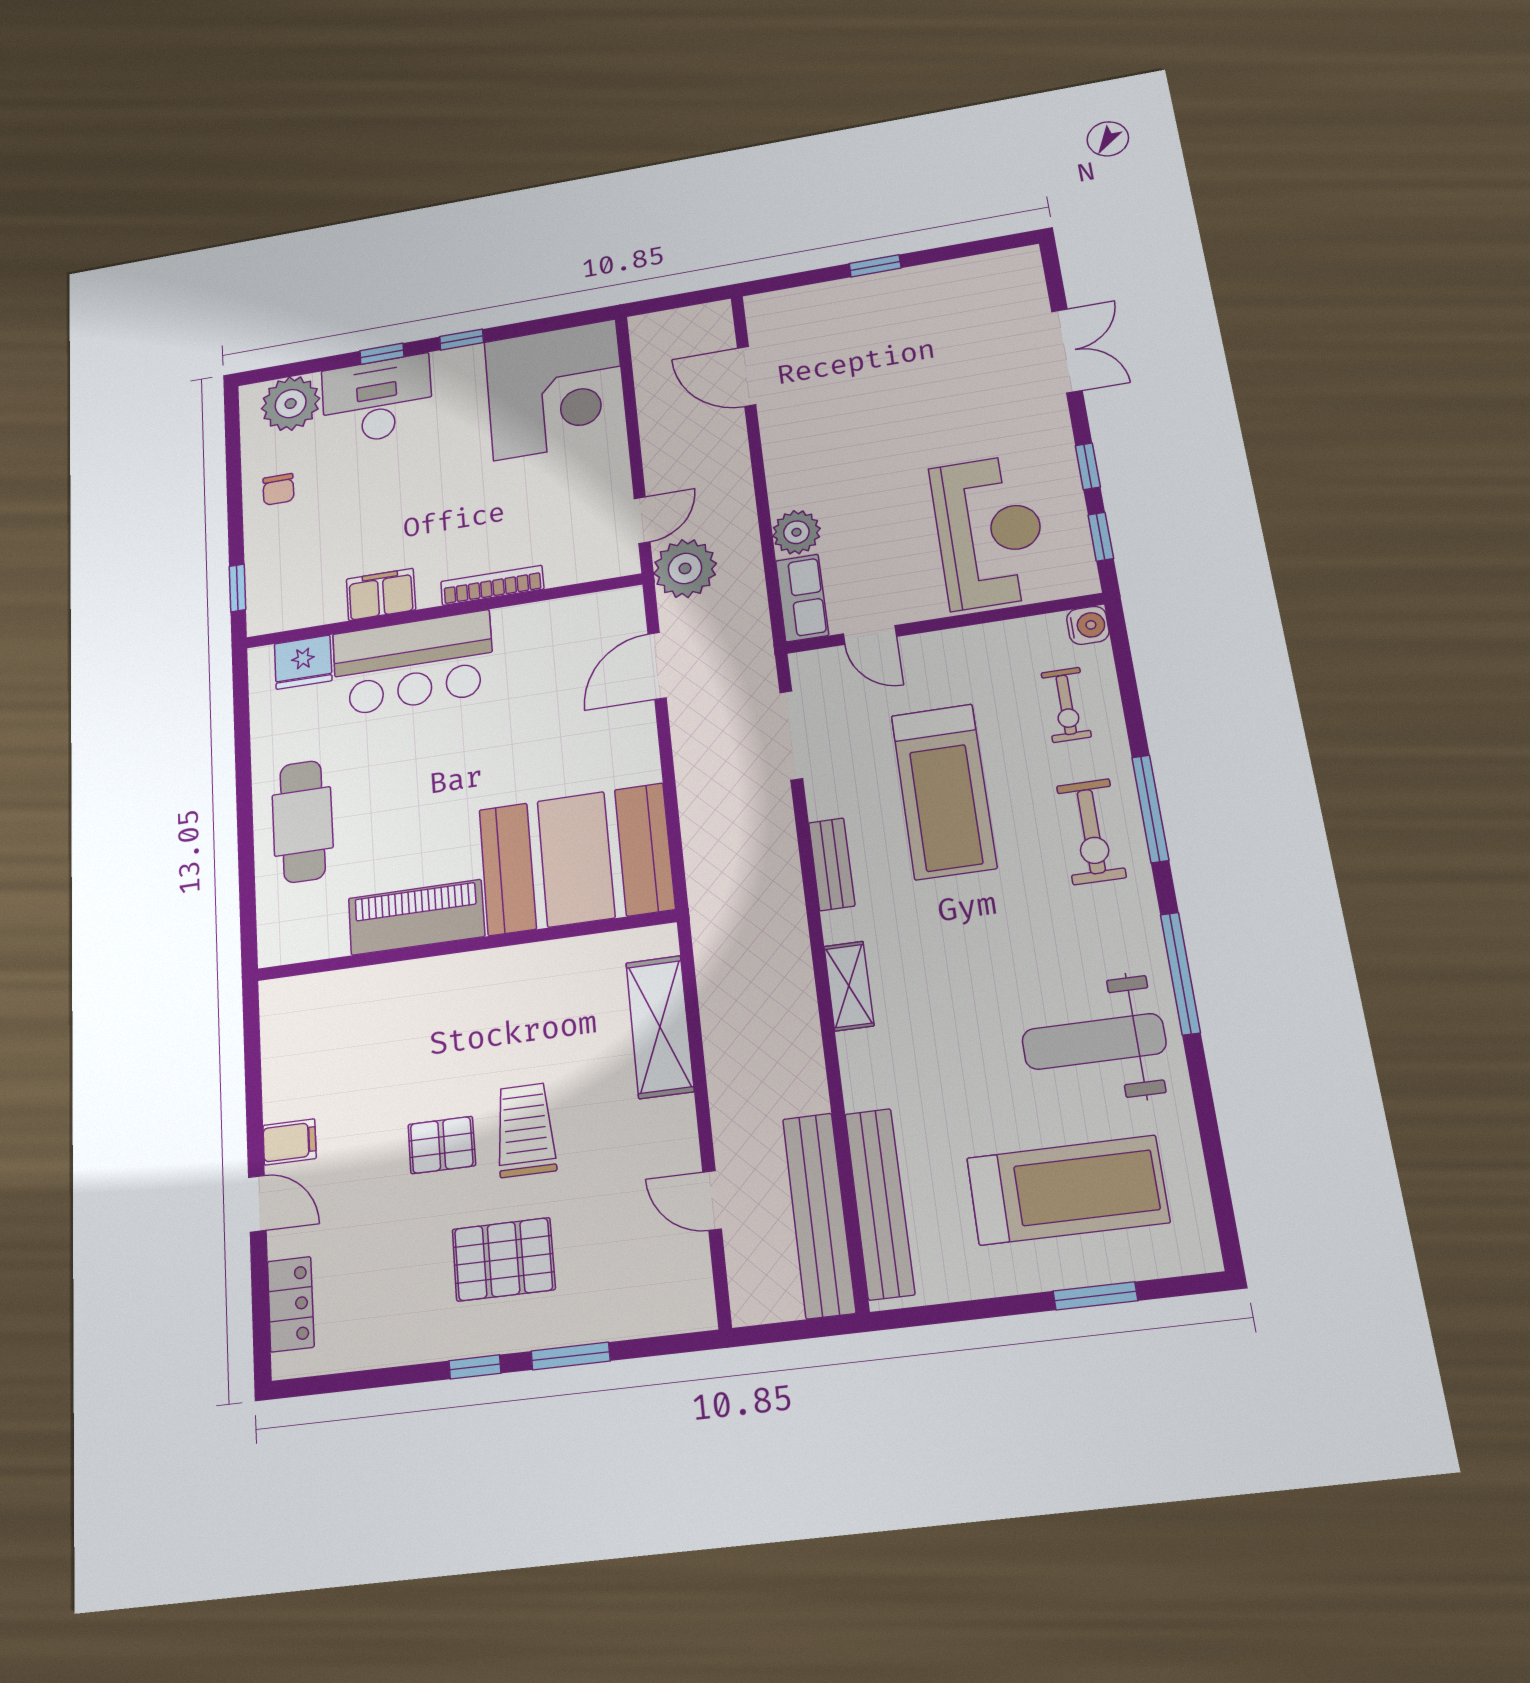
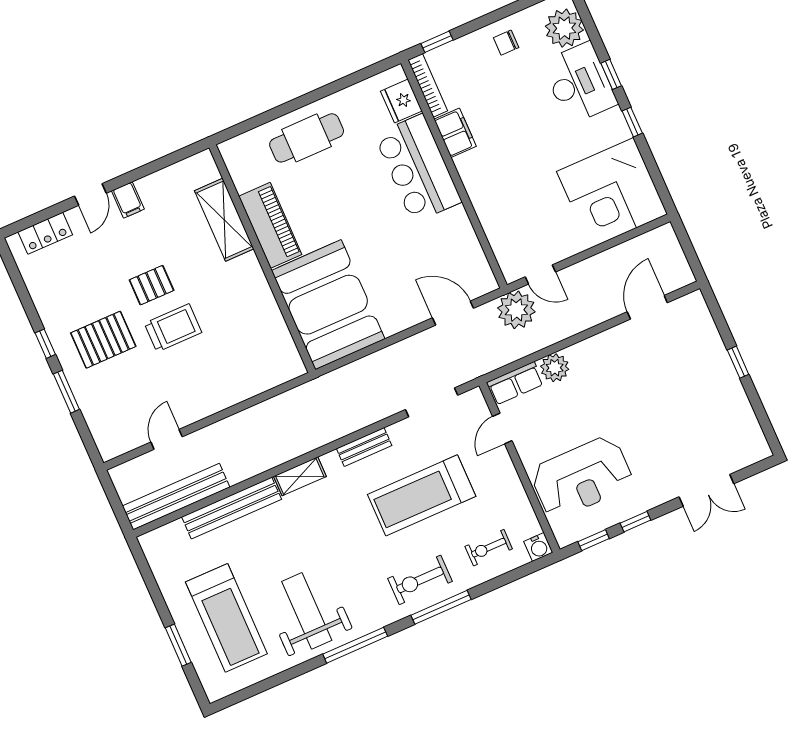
bookcase: (492, 585) -> (428, 85), moved
shelving: (660, 1027) -> (224, 220), moved, turned 90
pallet: (442, 1145) -> (152, 285), turned 90
bench: (880, 1203) -> (232, 508), moved
pallet: (503, 1259) -> (103, 340), turned 90

